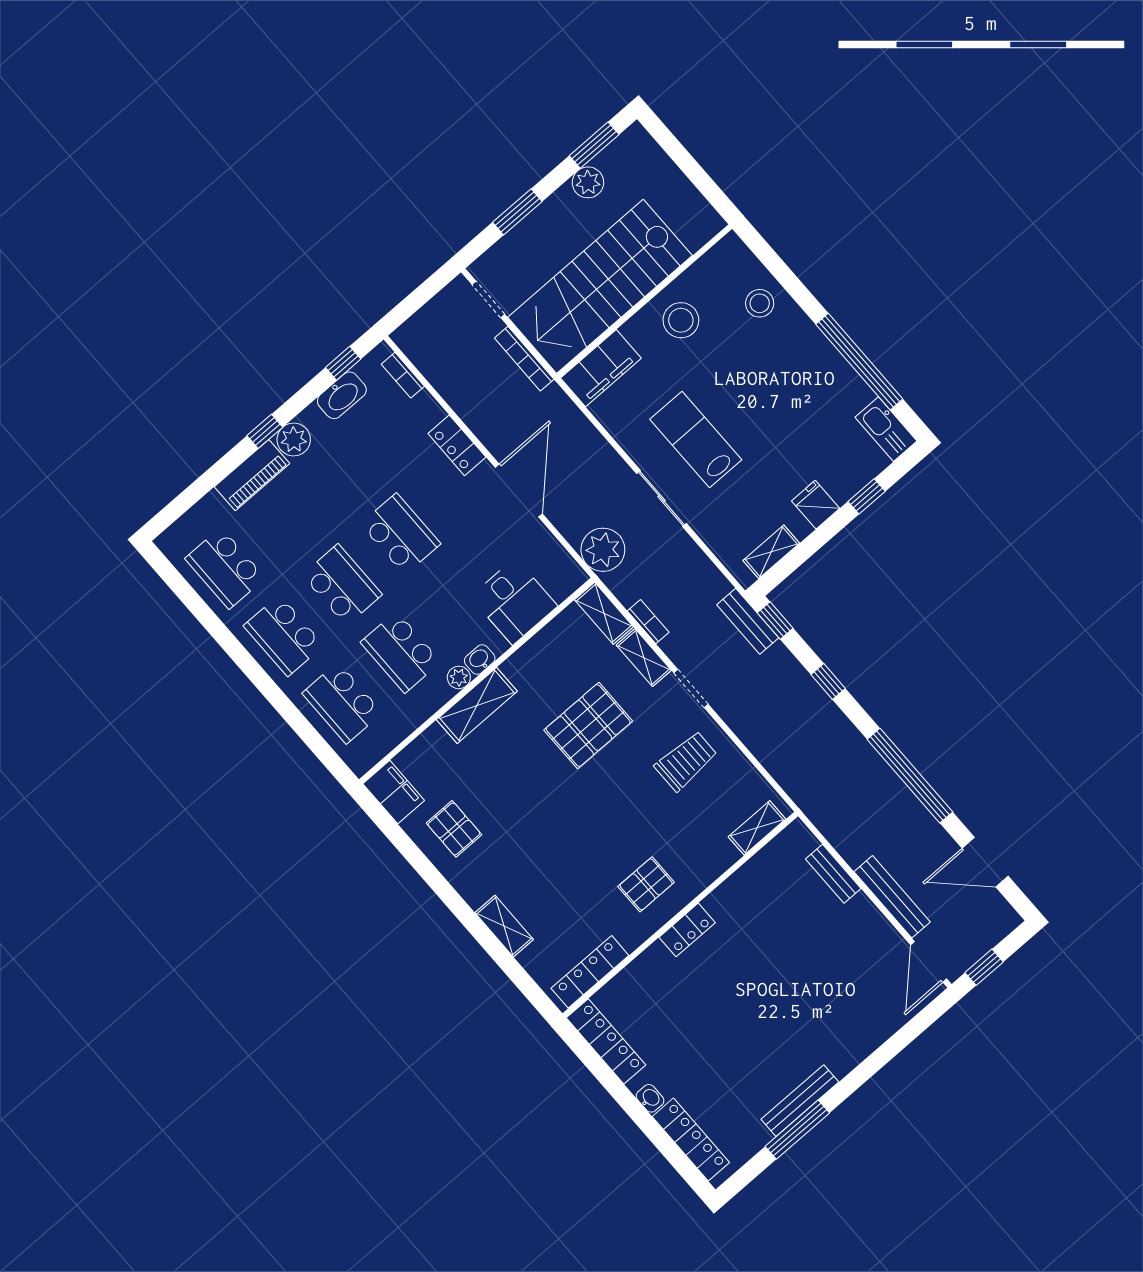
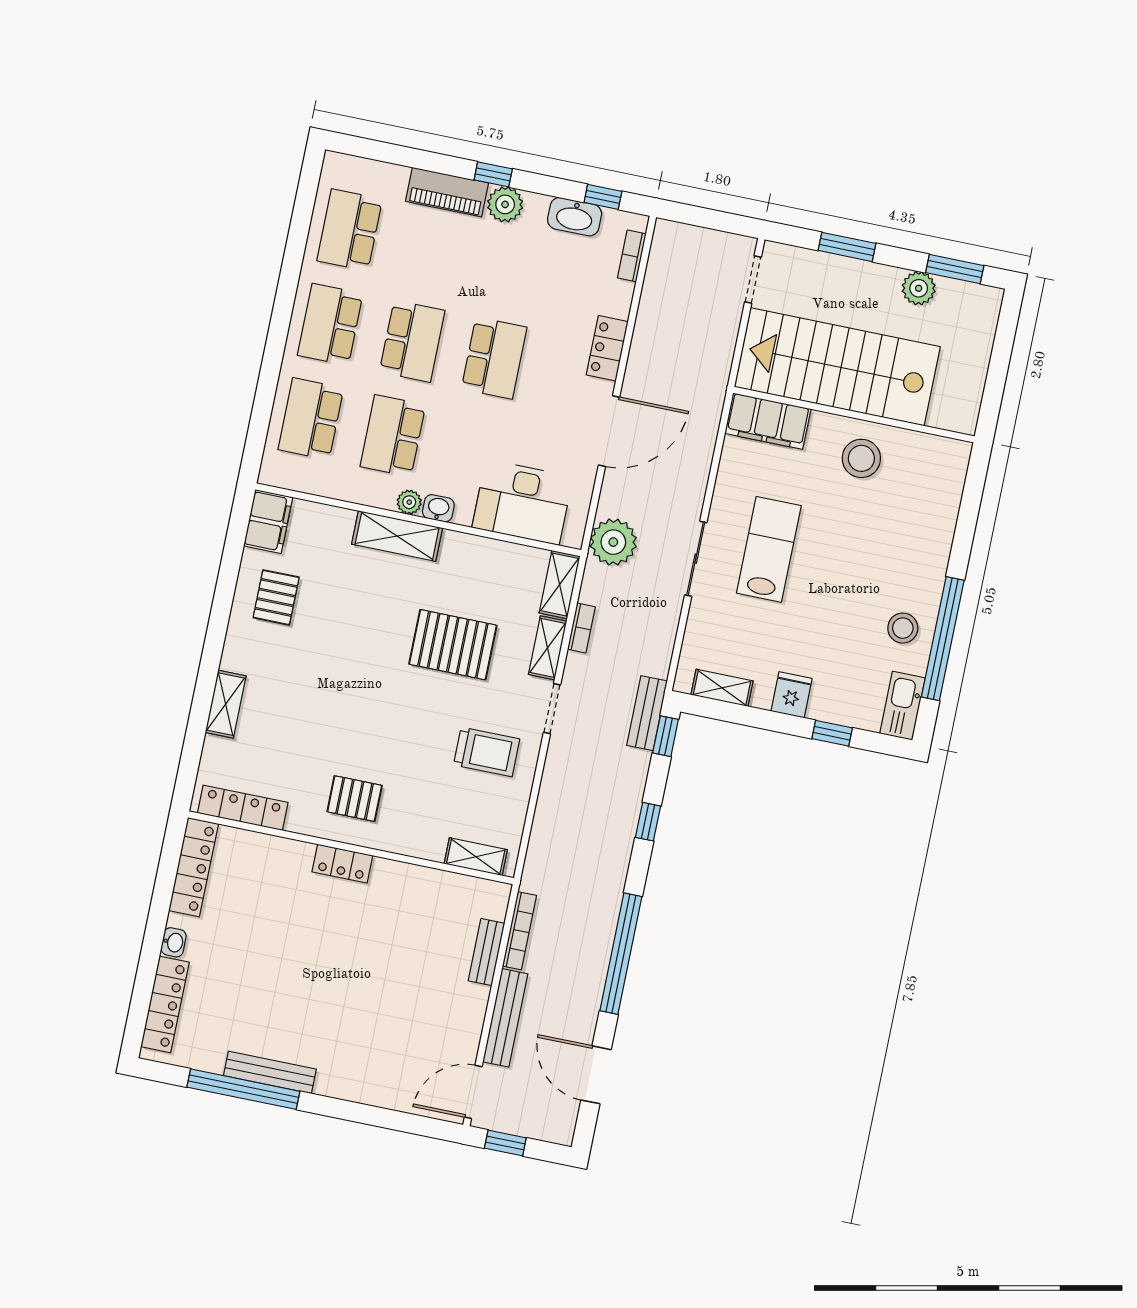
stool: (760, 303) -> (903, 628), moved
bookcase: (524, 359) -> (519, 931), moved, turned 180
desk: (514, 601) -> (523, 502), width x1.37
window: (797, 1130) -> (243, 1089), width x1.46

